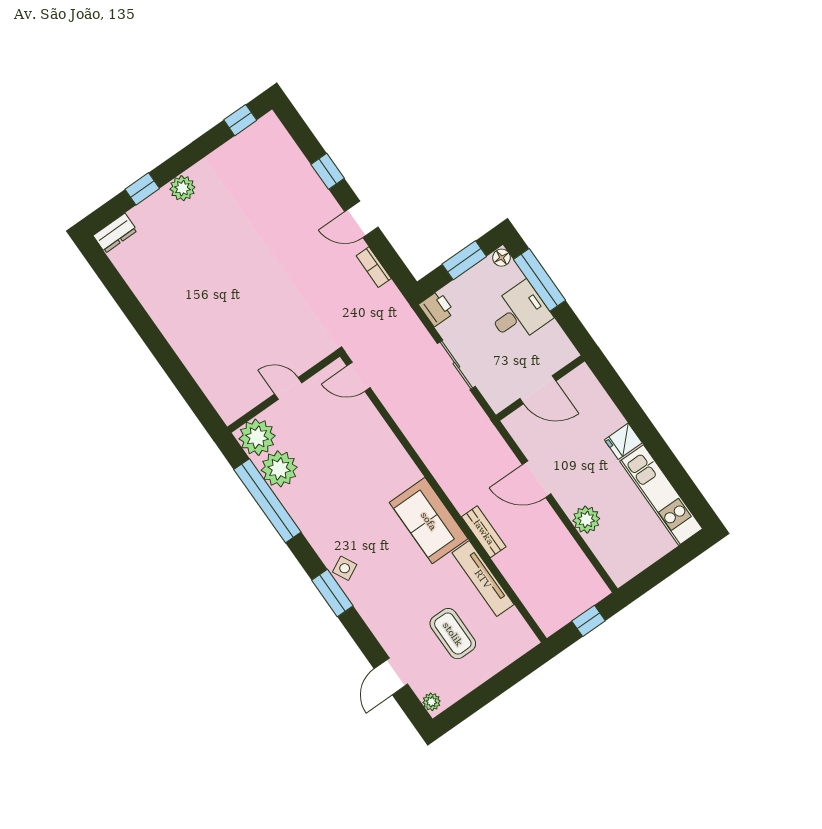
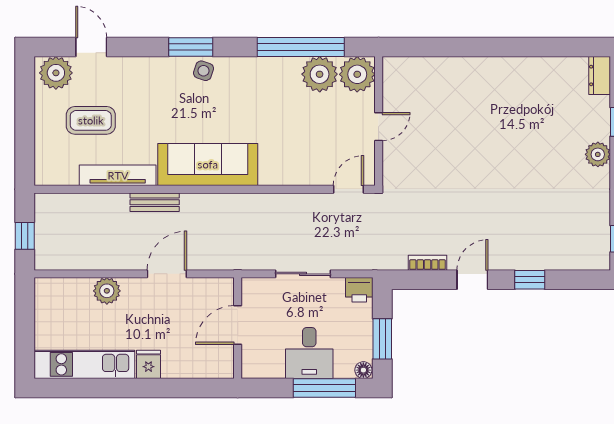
sofa: (429, 521) -> (208, 164), width x1.36
side table: (345, 568) -> (204, 71), turned 45
plant: (432, 702) -> (56, 73), width x1.87, depth x1.87

